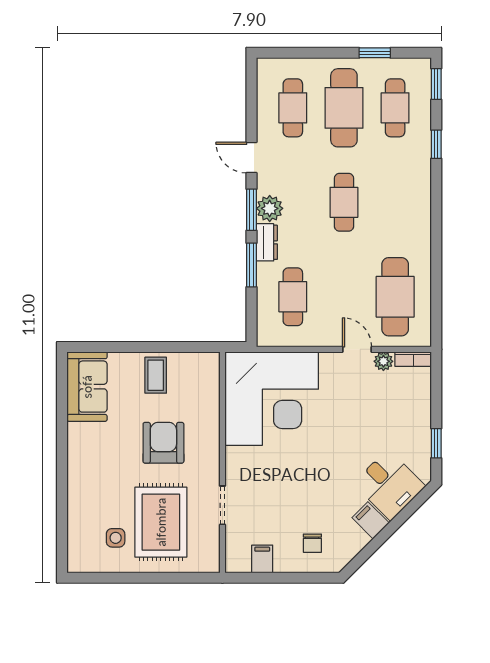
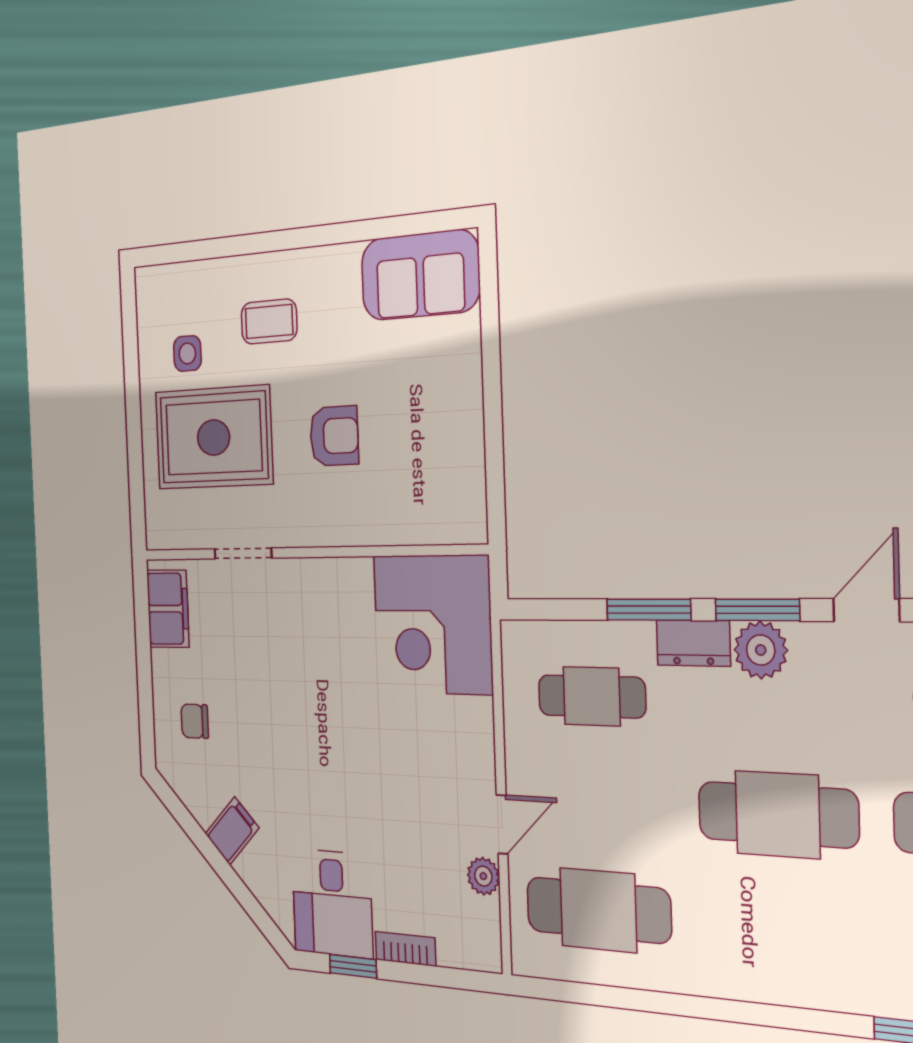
cafe table: (344, 202) -> (777, 815), width x1.37, depth x1.35
bookcase: (413, 359) -> (405, 949), moved, turned 90
coffee table: (156, 375) -> (269, 322), moved
corner desk: (272, 399) -> (433, 625), width x0.74, depth x0.74
armchair: (163, 443) -> (334, 436), width x0.72, depth x0.72
desk: (389, 485) -> (332, 903), moved, turned -45
filing cabinet: (262, 559) -> (168, 609), width x2.00

